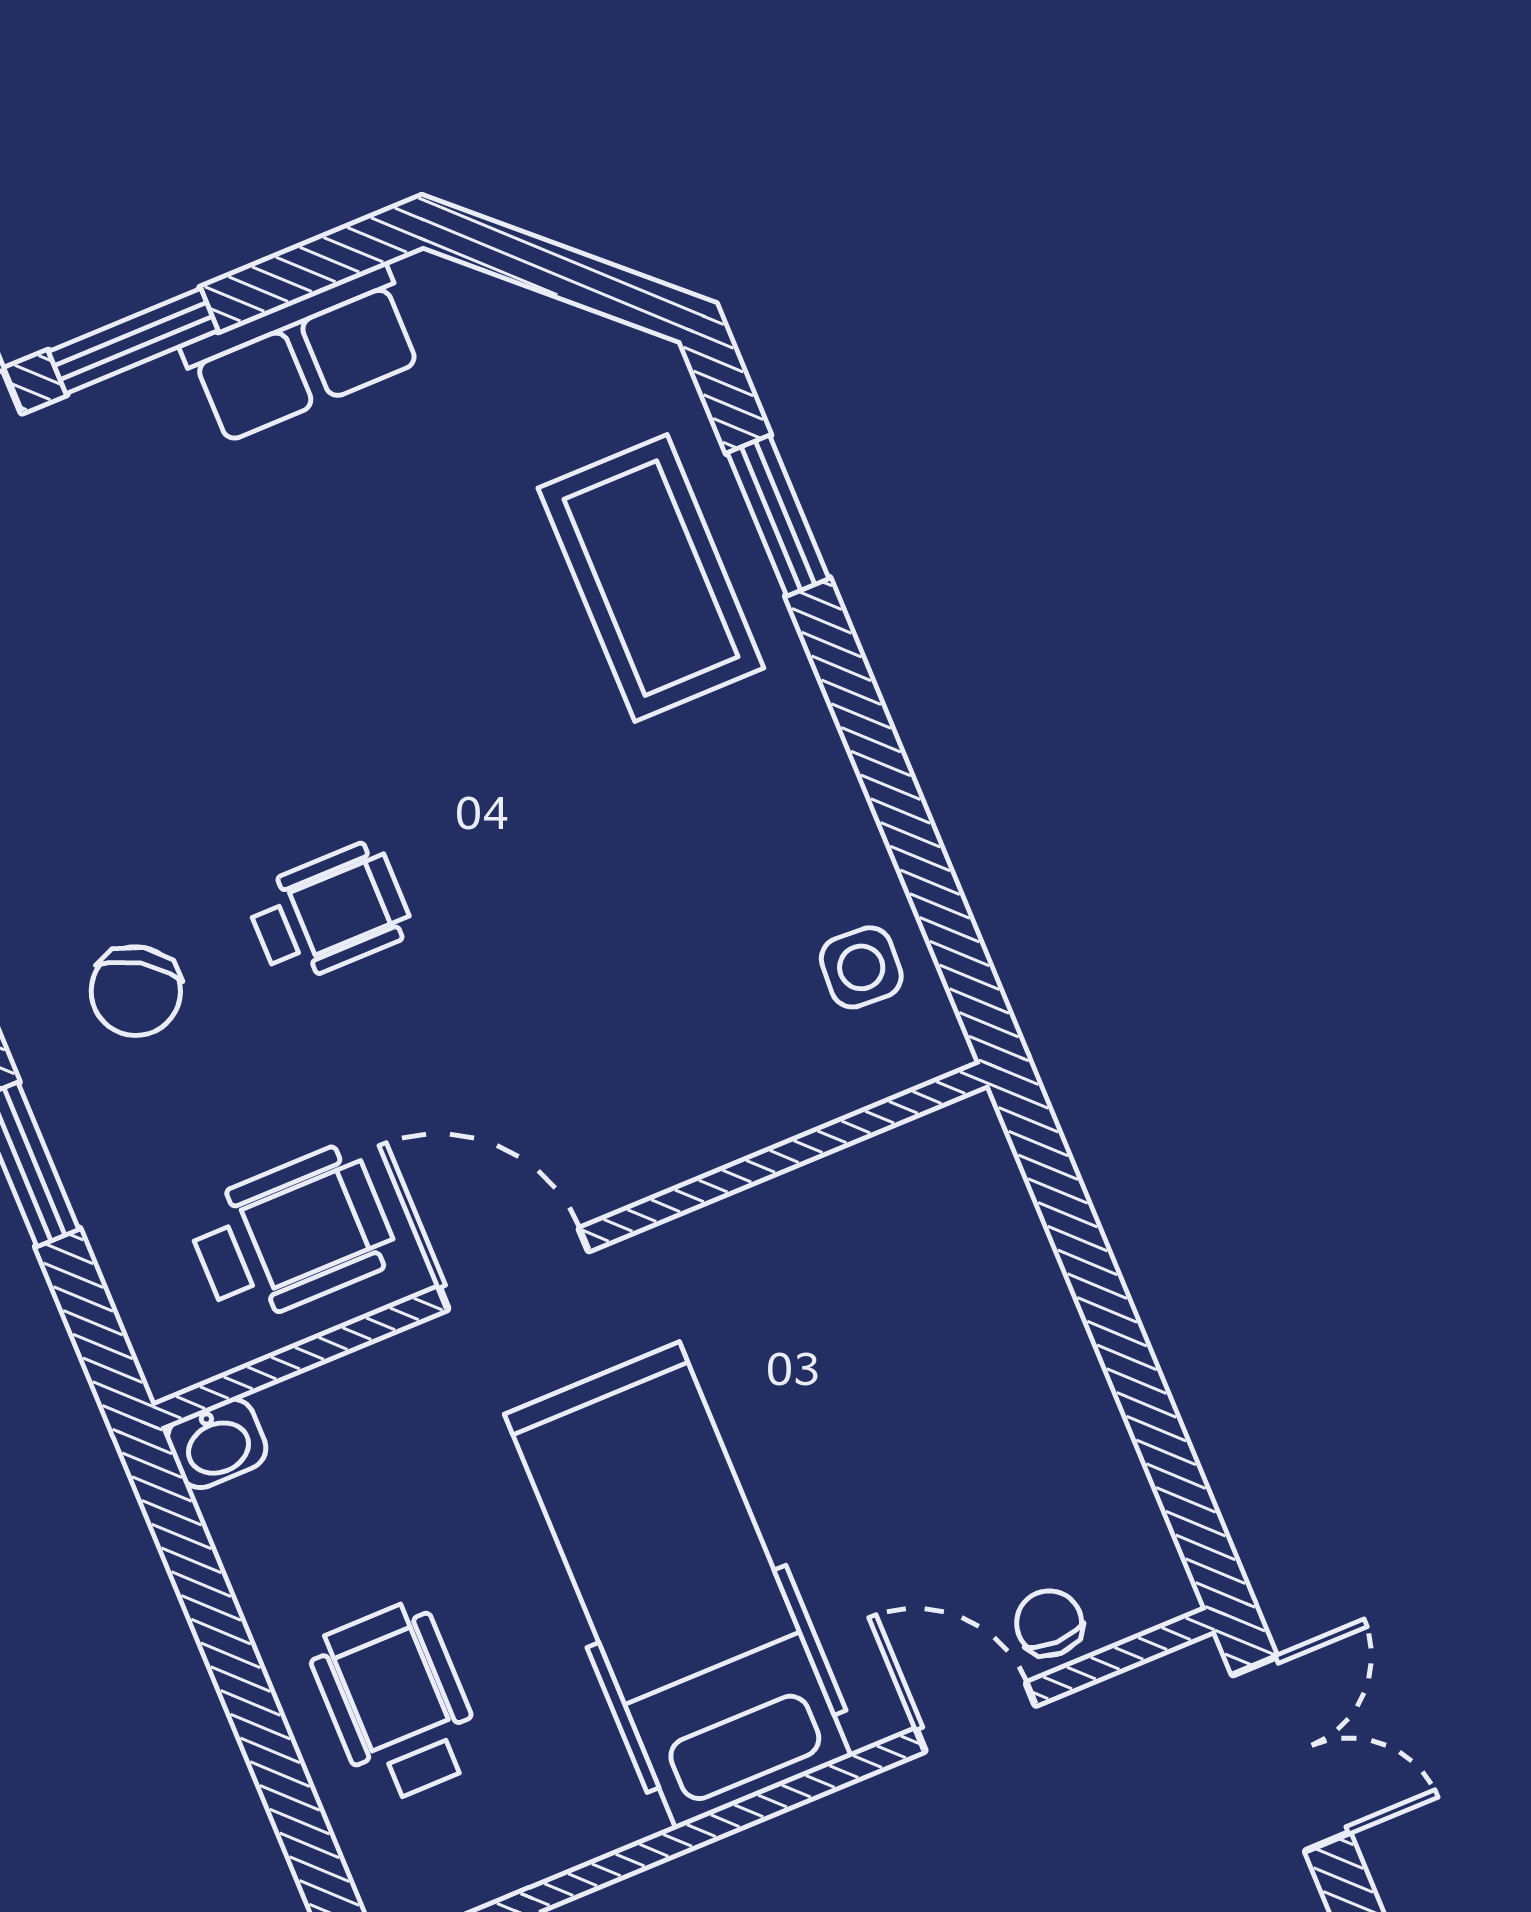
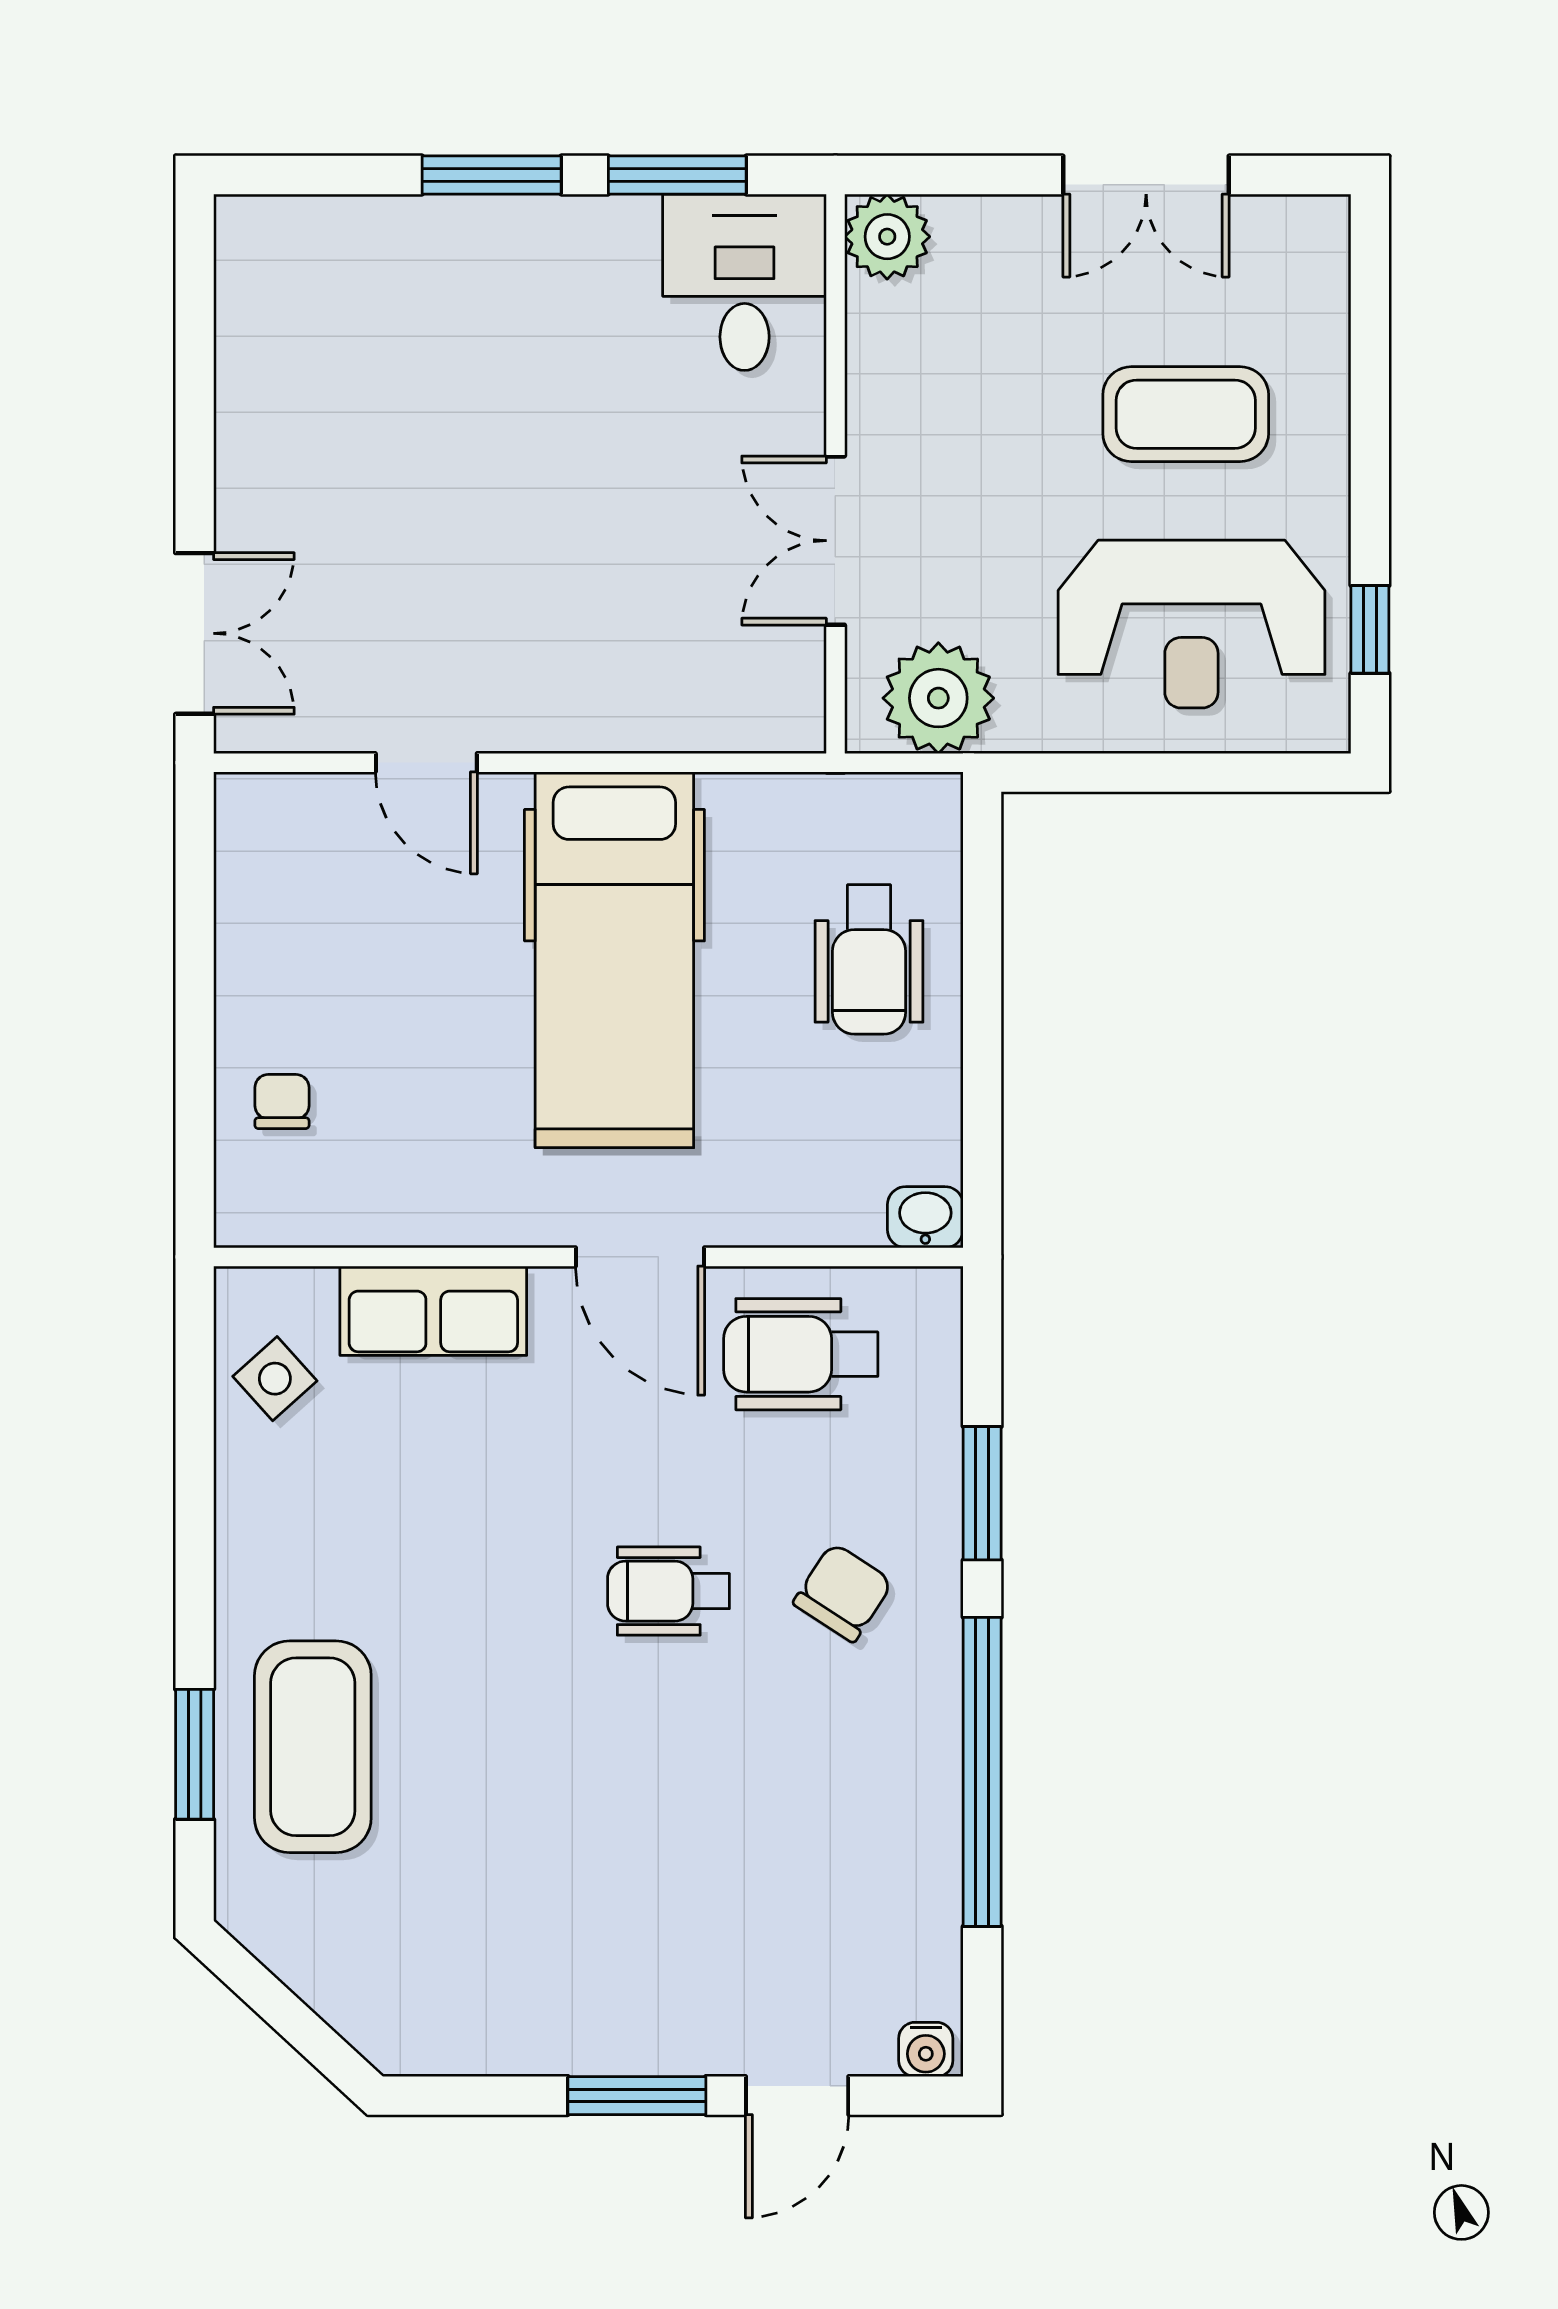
row of seats: (302, 353) -> (433, 1311), moved, turned 180
side table: (861, 967) -> (275, 1379), turned 45
chair: (1049, 1623) -> (282, 1101), moved, turned 180
double door: (1291, 1754) -> (195, 633), swing flipped

